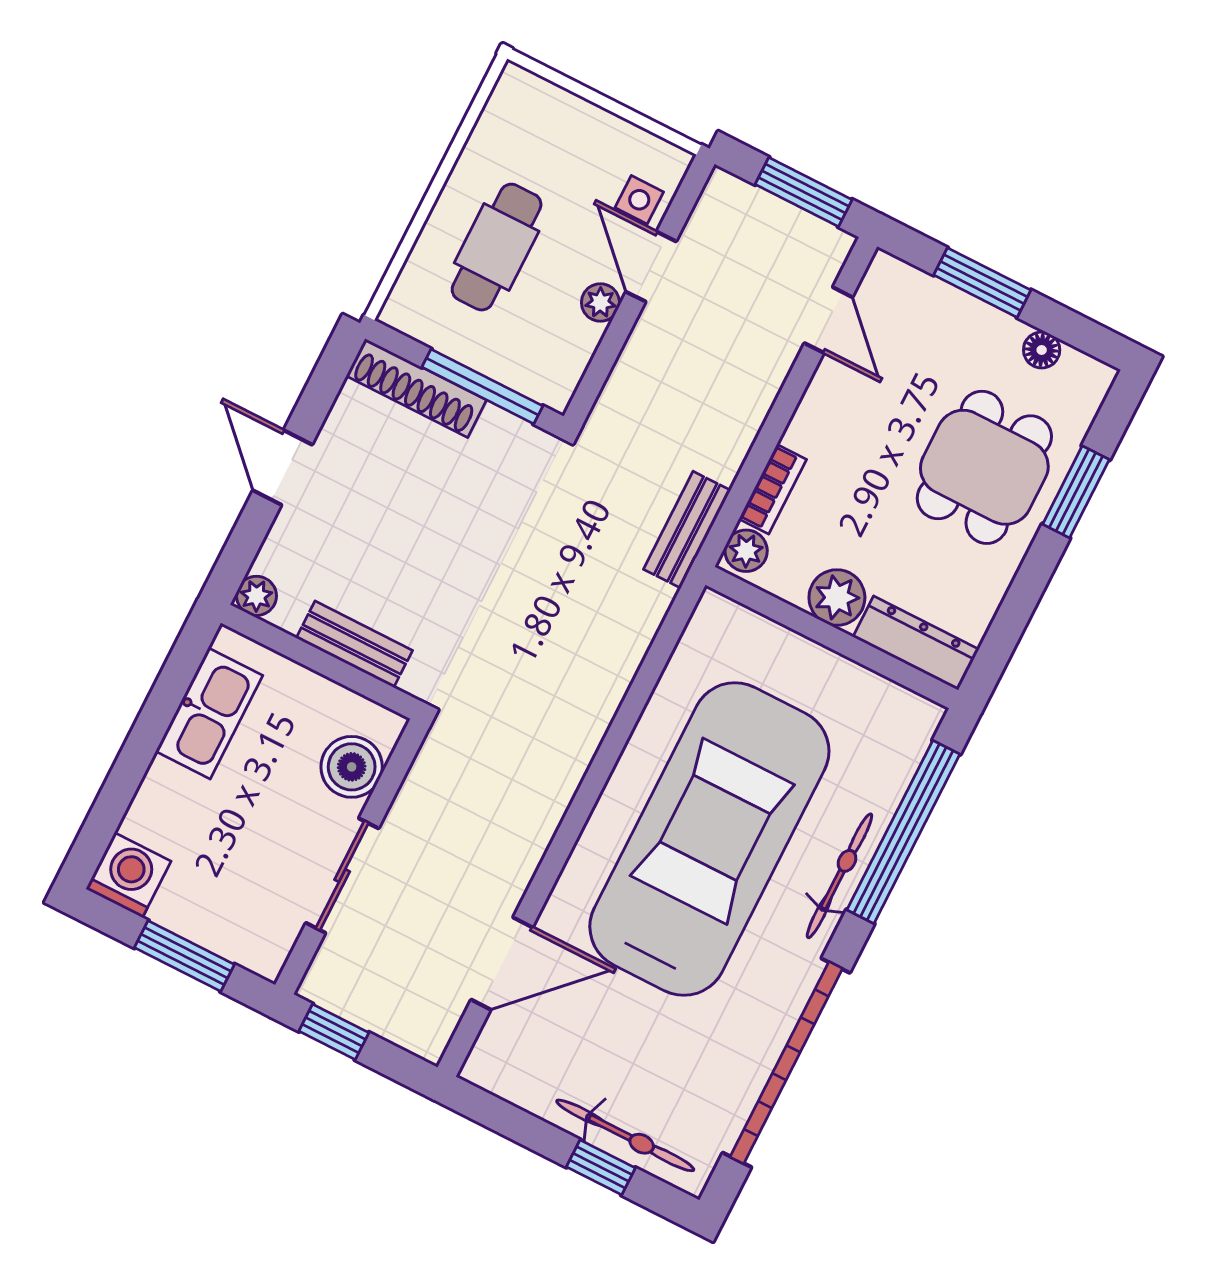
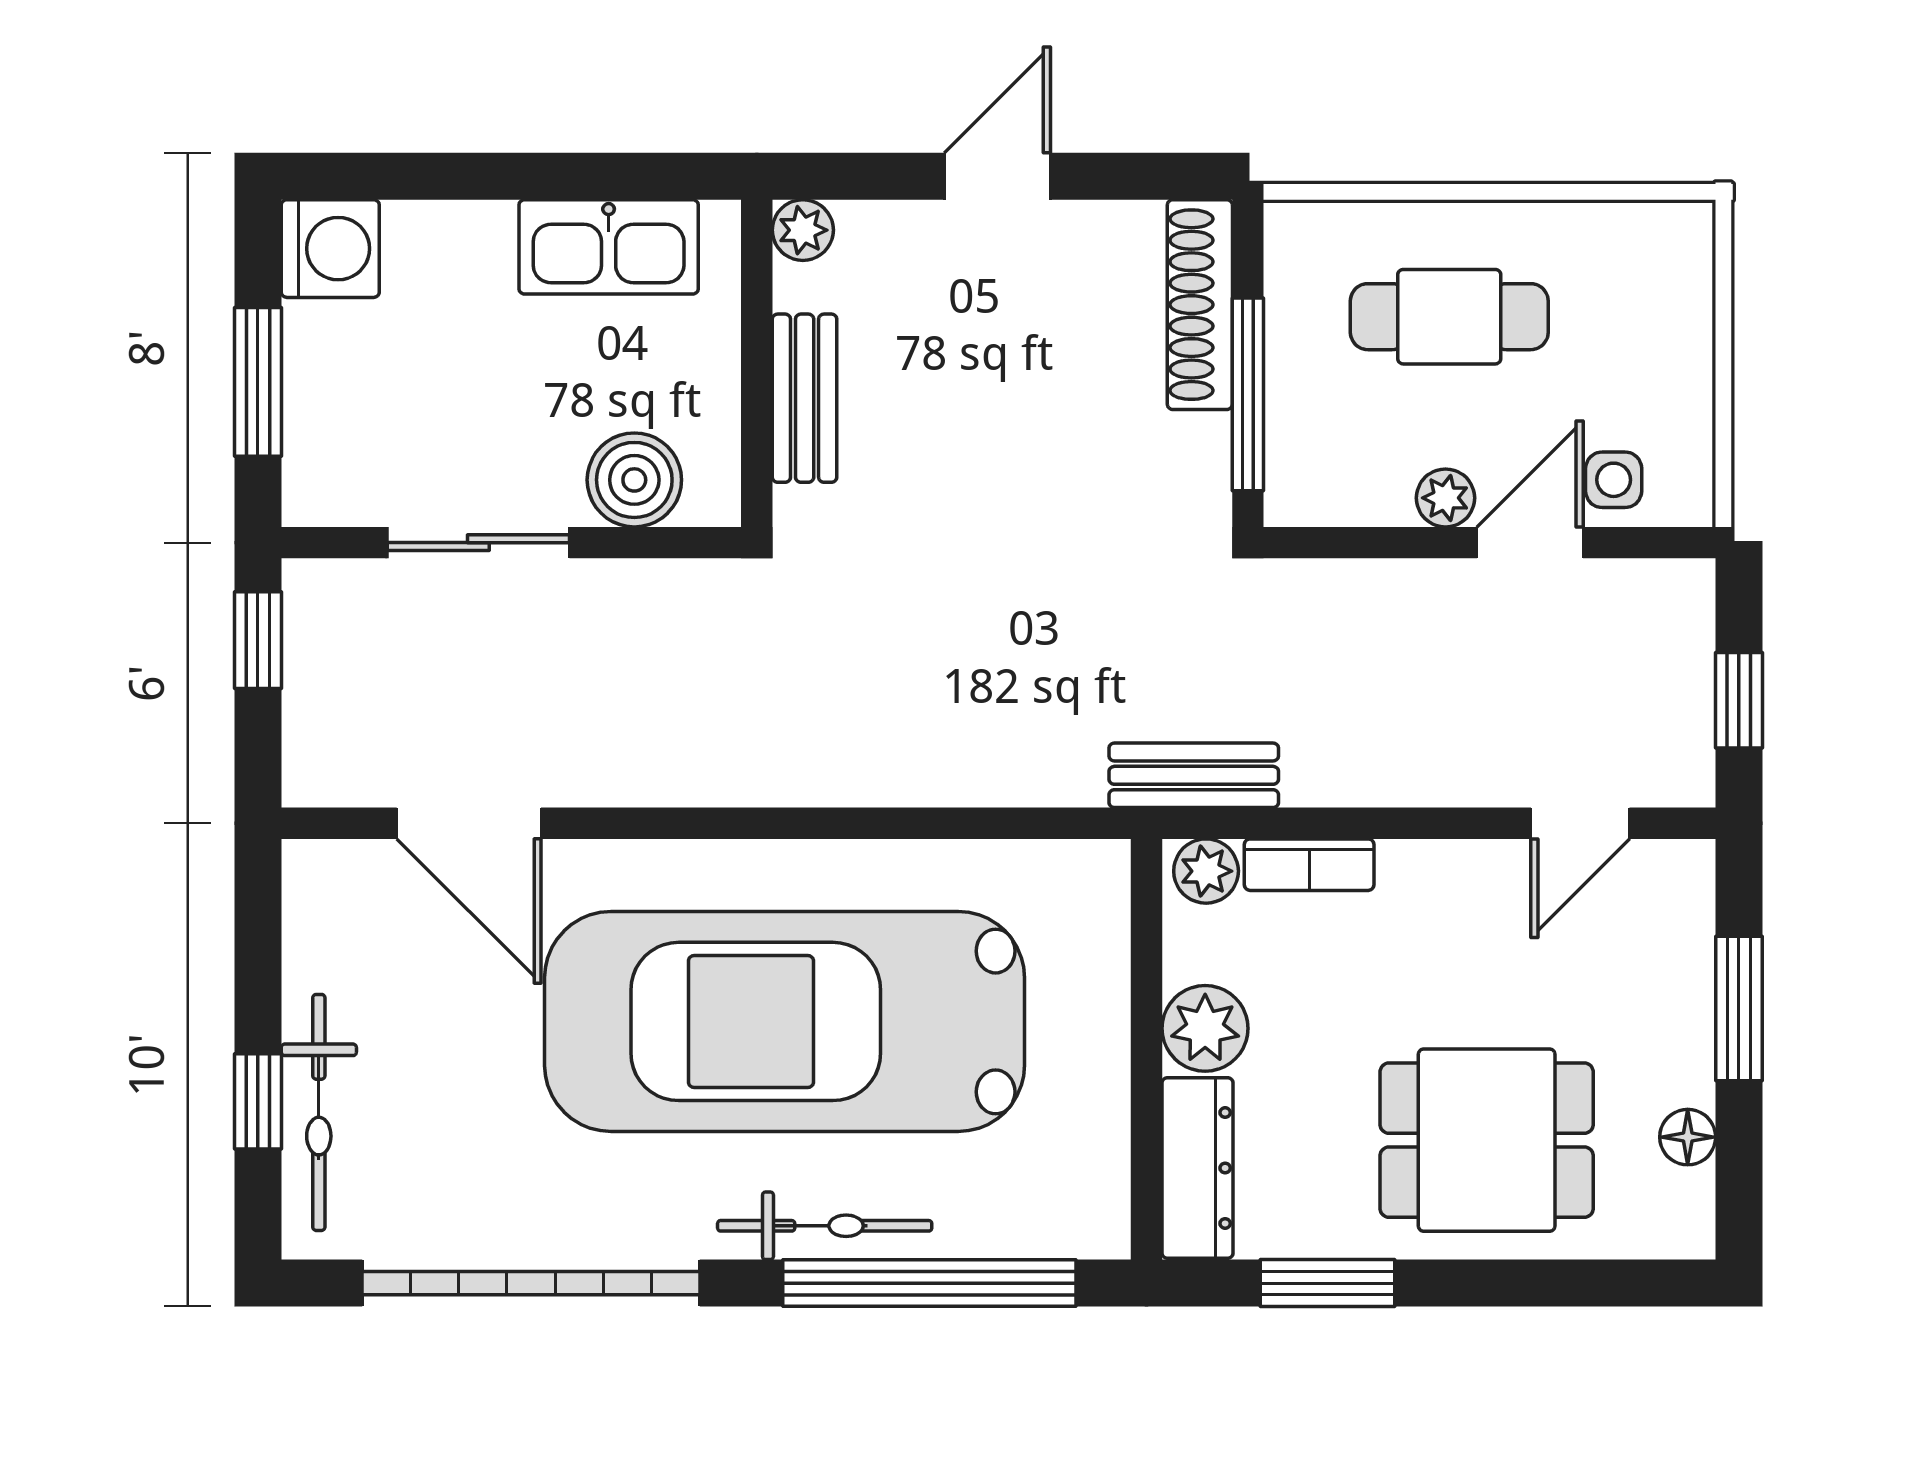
window: (804, 192) -> (1739, 700), width x0.67
window: (1076, 492) -> (1327, 1283), moved
car: (709, 839) -> (785, 1021), turned 180

